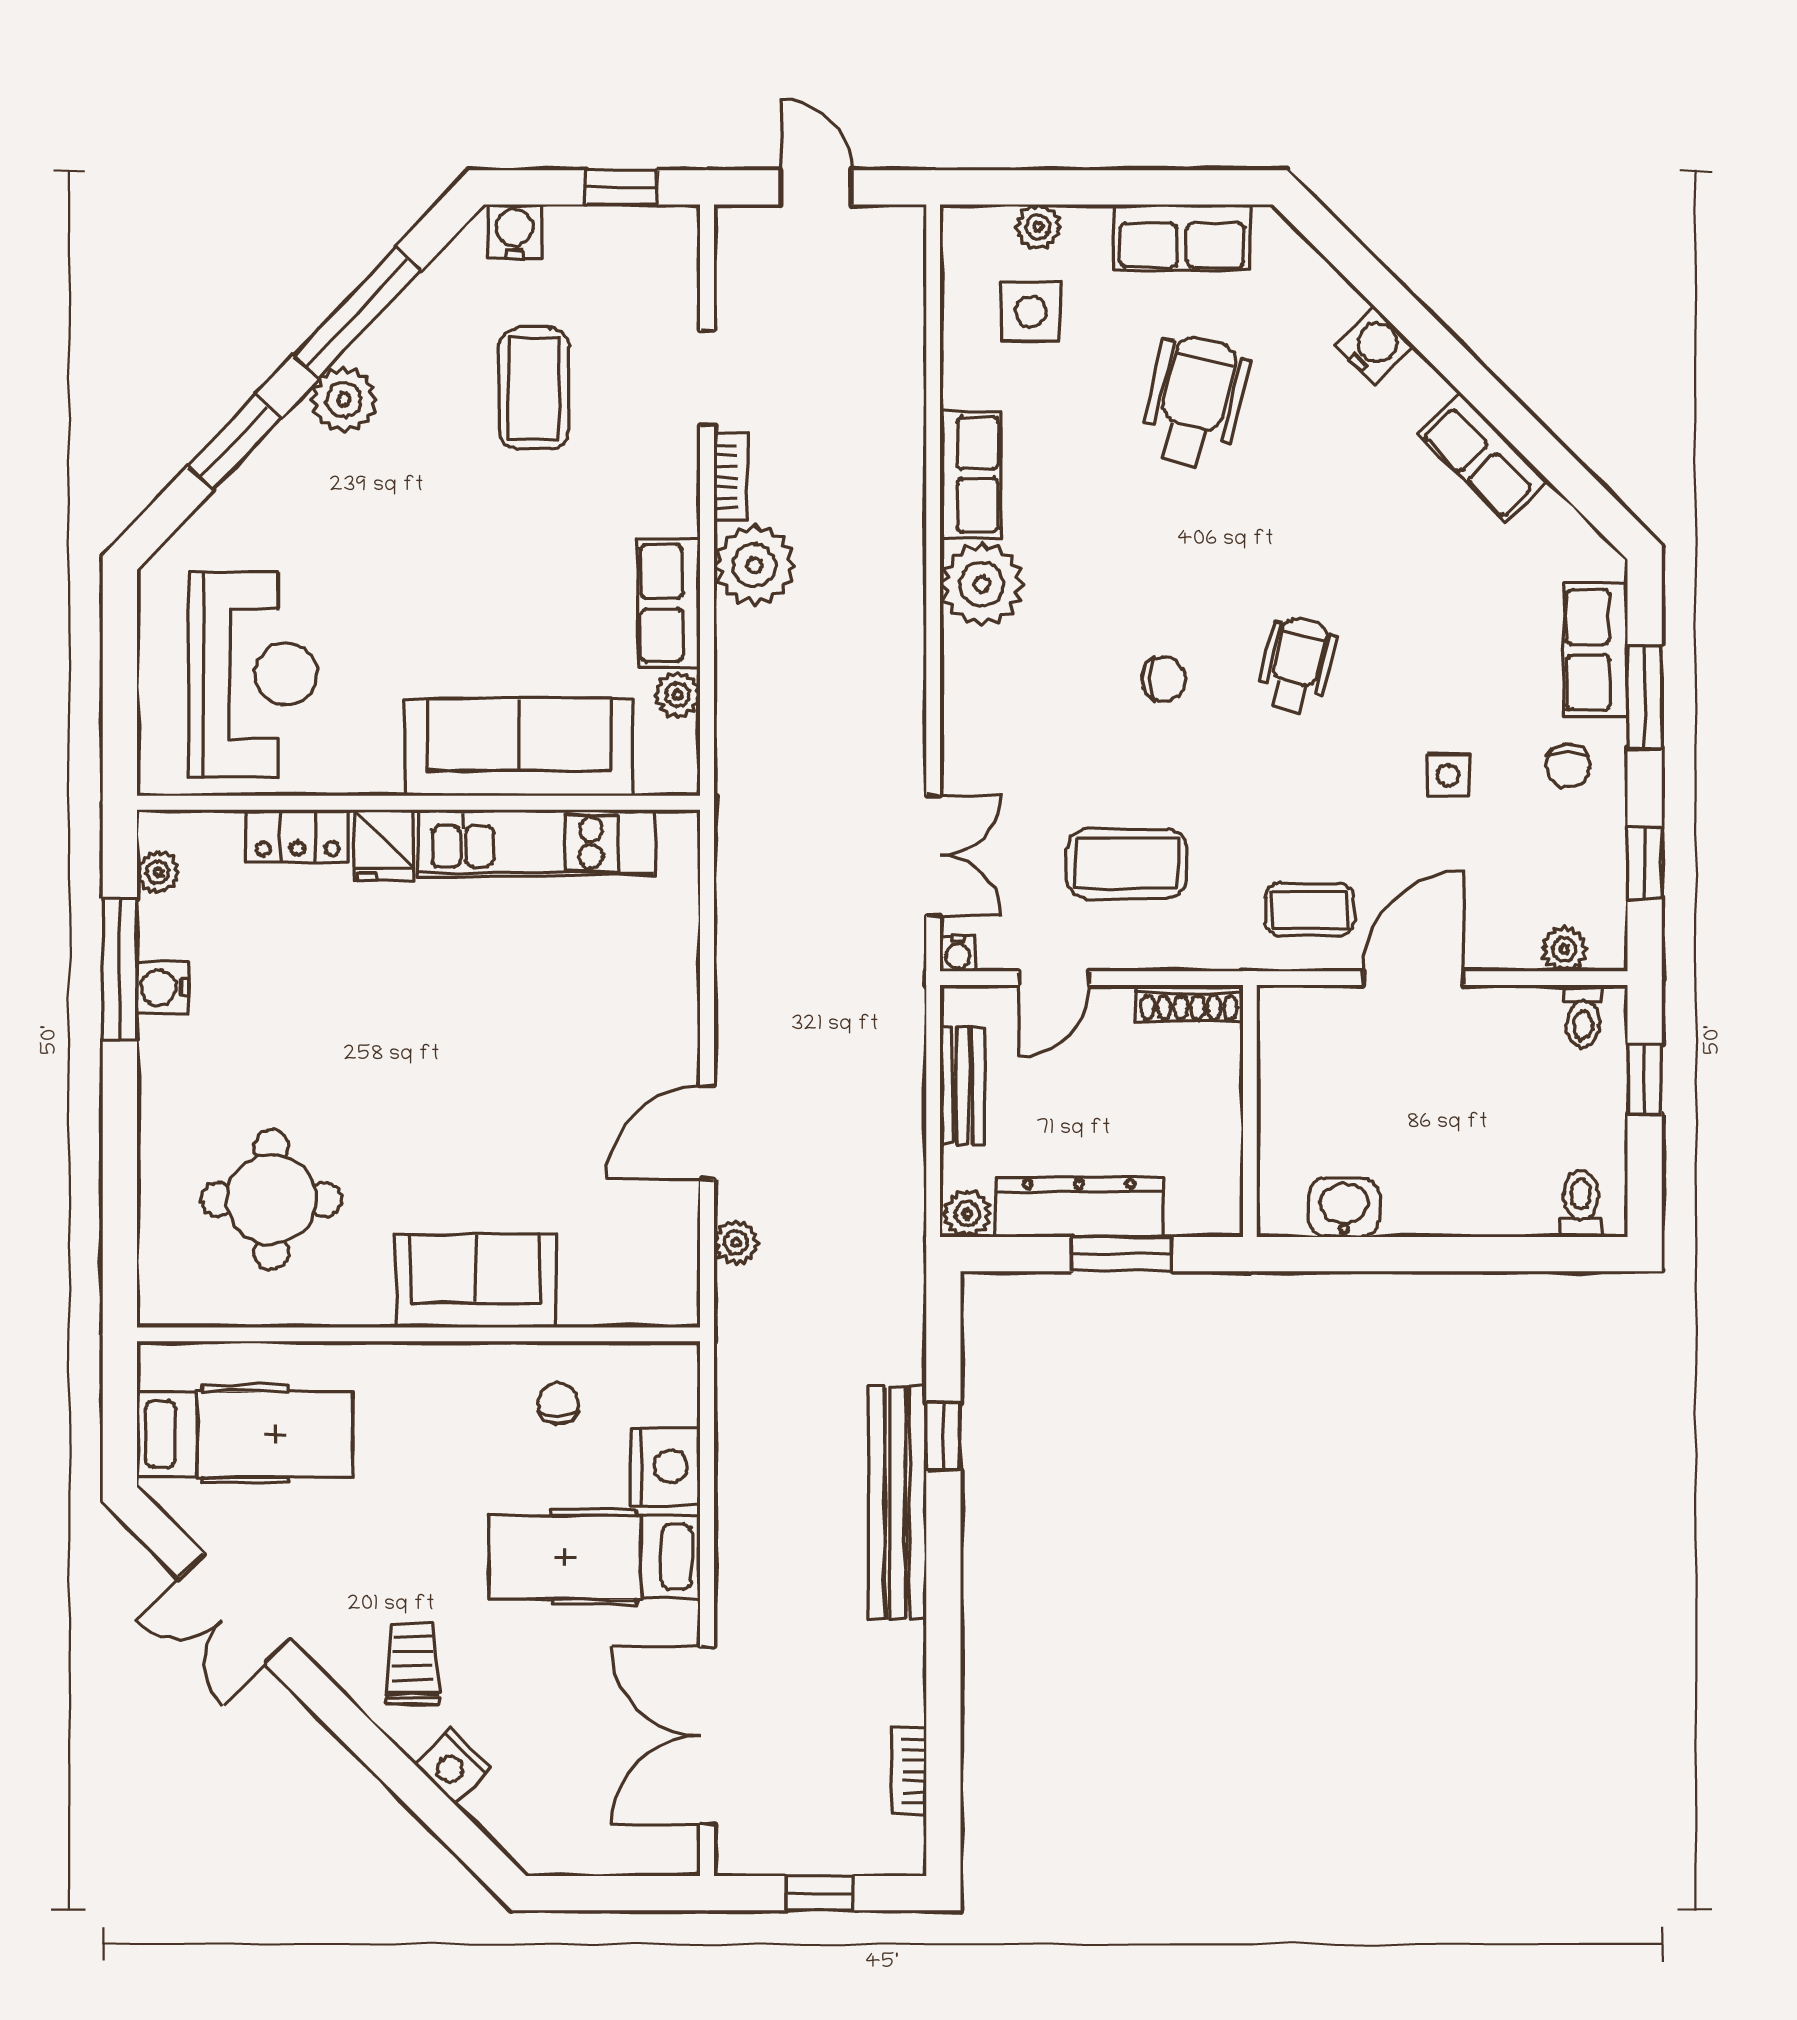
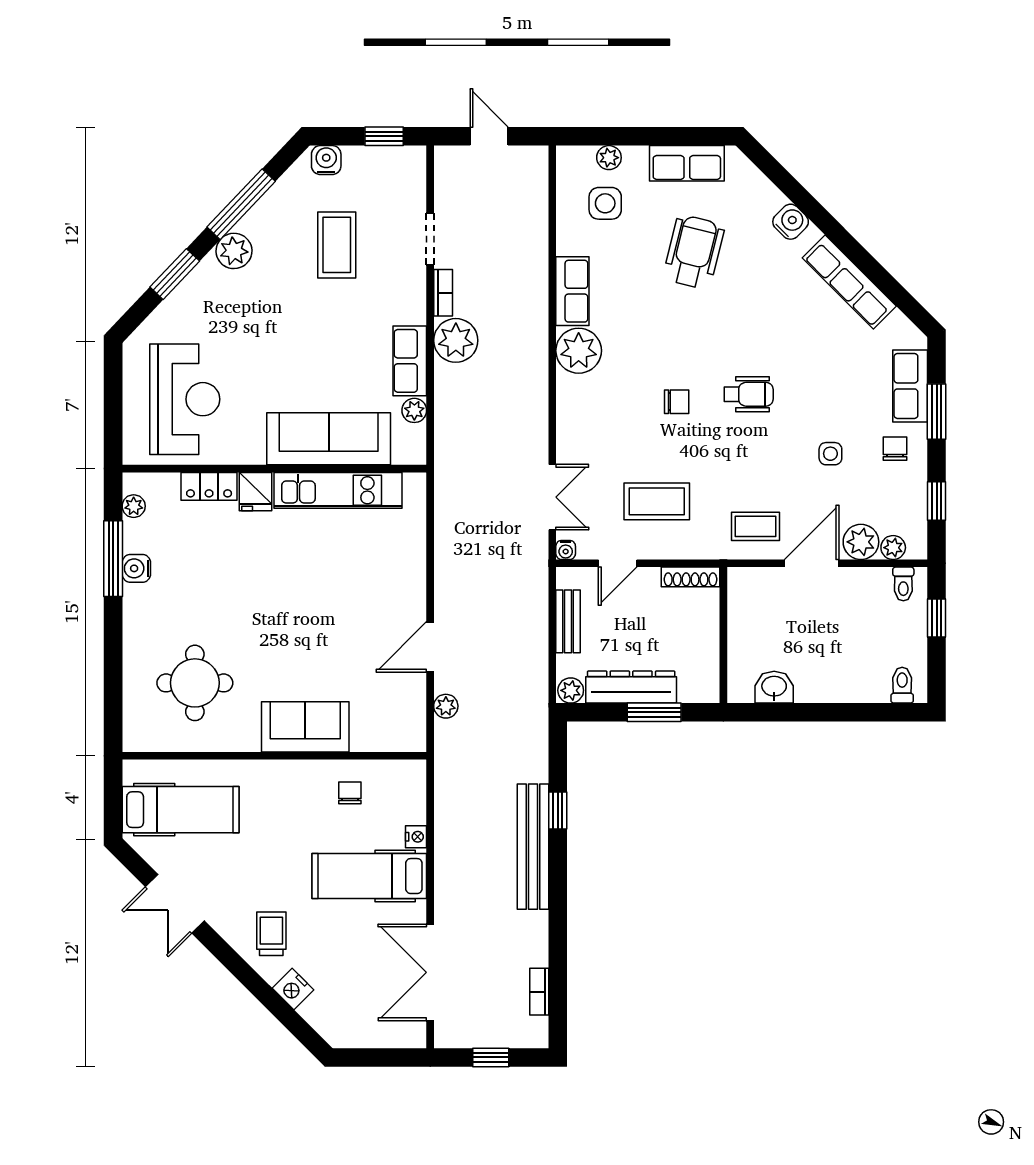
row of seats: (1483, 457) -> (849, 282), width x1.48
wheelchair: (1297, 665) -> (749, 394), turned 76
chair: (1568, 766) -> (895, 449), turned 180
plant: (1505, 939) -> (861, 542), added
nightstand: (666, 1466) -> (416, 837), width x0.53, depth x0.56

